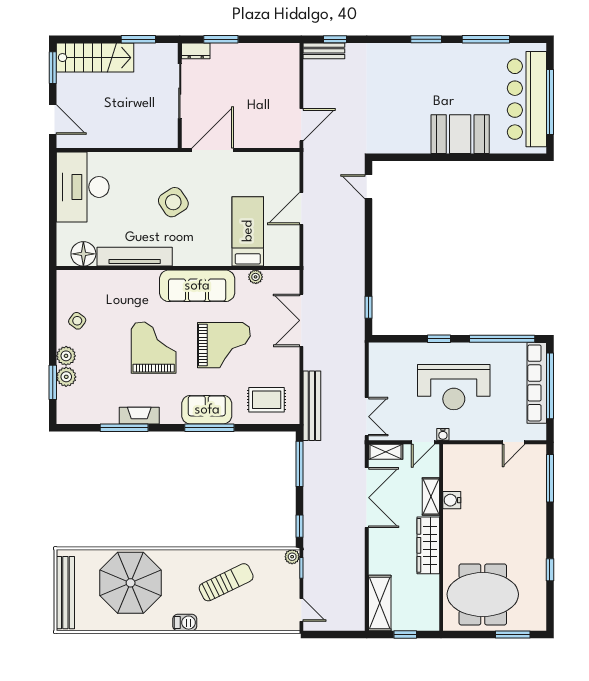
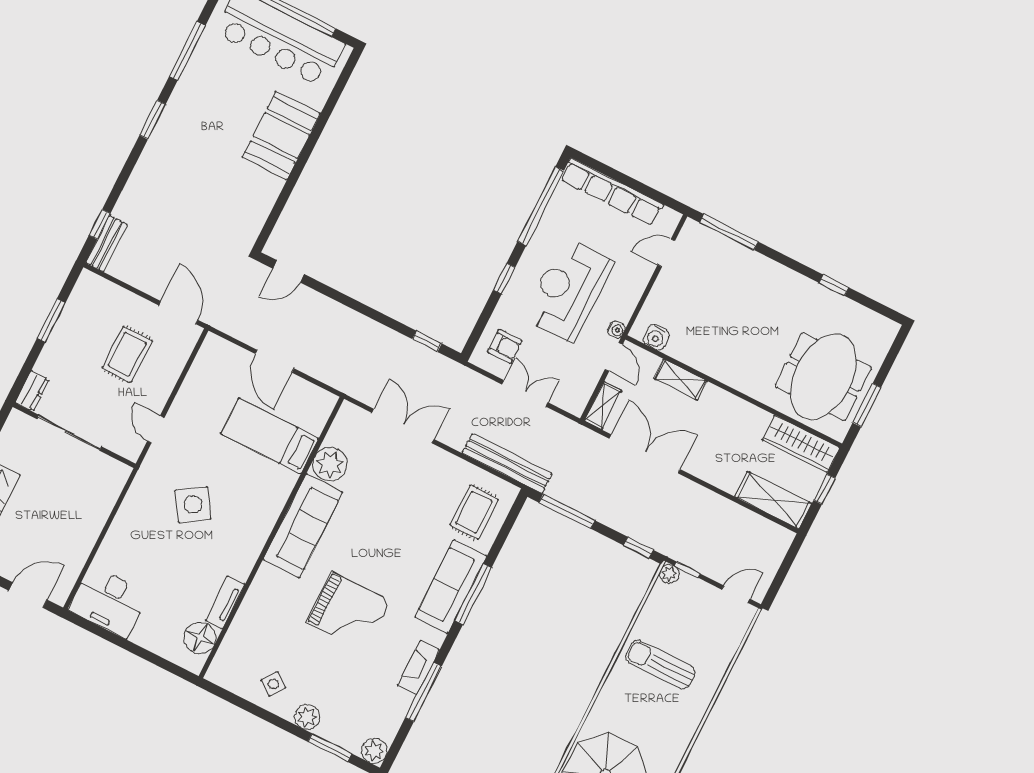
window: (221, 39) -> (51, 320), moved
rug: (255, 104) -> (127, 354), added
door: (213, 150) -> (156, 429), width x0.53
desk: (83, 187) -> (109, 601), width x0.73, depth x0.77
tv unit: (135, 257) -> (225, 602), width x0.52, depth x0.78
plant: (256, 277) -> (330, 464), width x1.88, depth x1.88
double door: (301, 320) -> (403, 426), swing flipped
grand piano: (224, 345) -> (387, 529), removed
grand piano: (154, 348) -> (349, 612), turned 180
armchair: (392, 363) -> (505, 346), added
plant: (66, 377) -> (374, 751), moved
window: (550, 386) -> (623, 178), removed
reception desk: (454, 387) -> (568, 290), turned 180
sofa: (207, 410) -> (451, 587), width x1.36
double door: (367, 417) -> (525, 393), moved
door: (514, 442) -> (666, 253), swing flipped
water cooler: (452, 500) -> (656, 337), moved
wardrobe: (428, 545) -> (801, 444), moved
sun lounger: (226, 582) -> (660, 665), turned -64
barbecue: (185, 623) -> (683, 735), removed
window: (513, 635) -> (867, 405), moved

